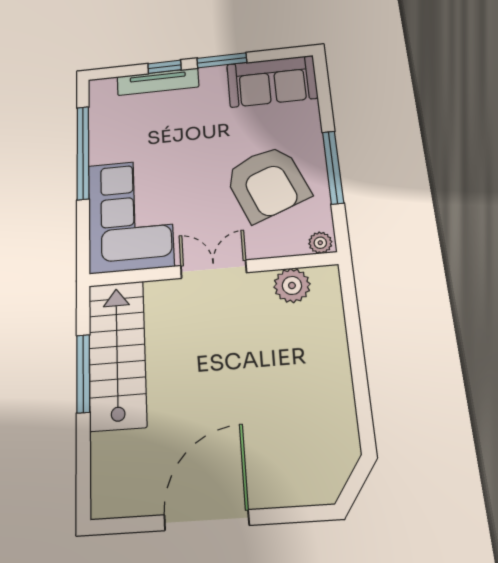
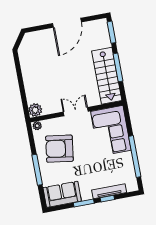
window: (333, 167) -> (37, 170), moved
armchair: (267, 183) -> (59, 149), turned -60
double door: (213, 269) -> (76, 112), swing flipped
plant: (292, 285) -> (35, 110), moved
window: (83, 475) -> (111, 32), added

